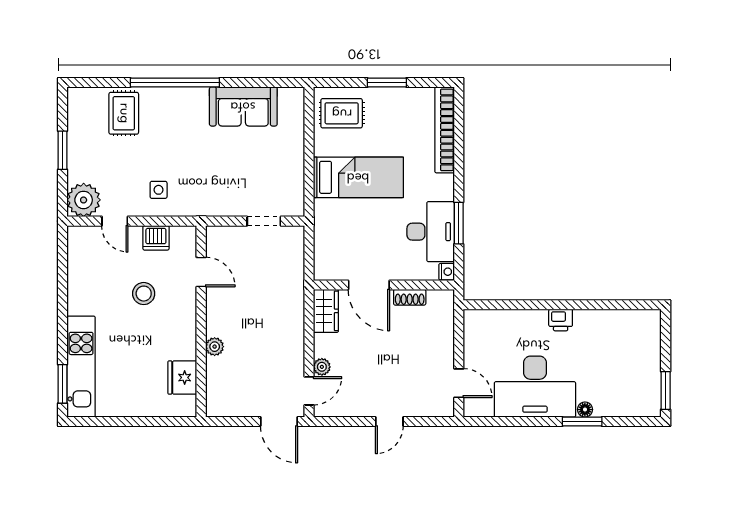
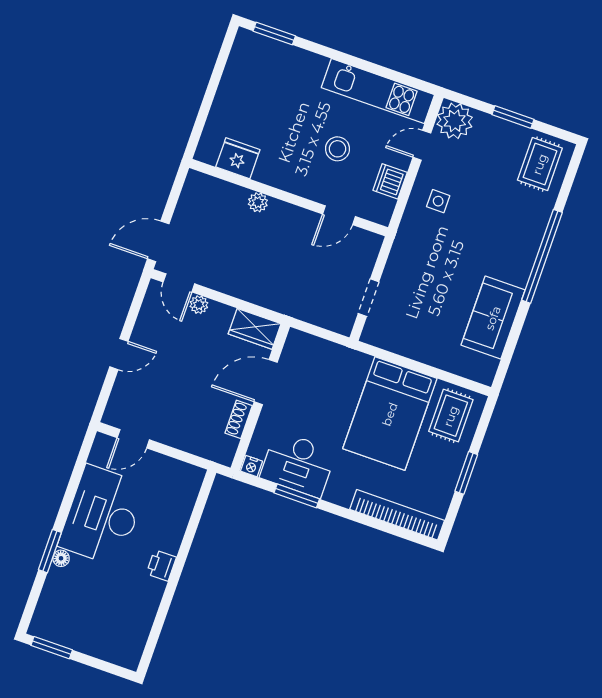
rug: (124, 113) -> (540, 164), moved, turned 90
bed: (358, 177) -> (390, 414), width x1.50
kitchen unit: (81, 367) -> (378, 91), moved
door: (389, 421) -> (119, 354), swing flipped

